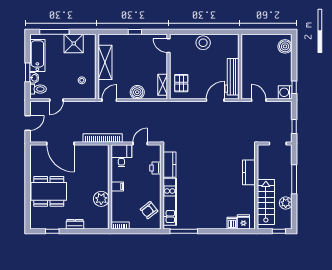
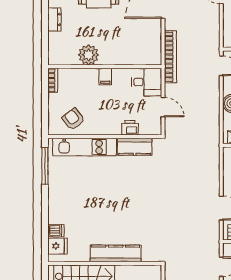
kitchen counter: (249, 172) -> (116, 254), width x1.50

